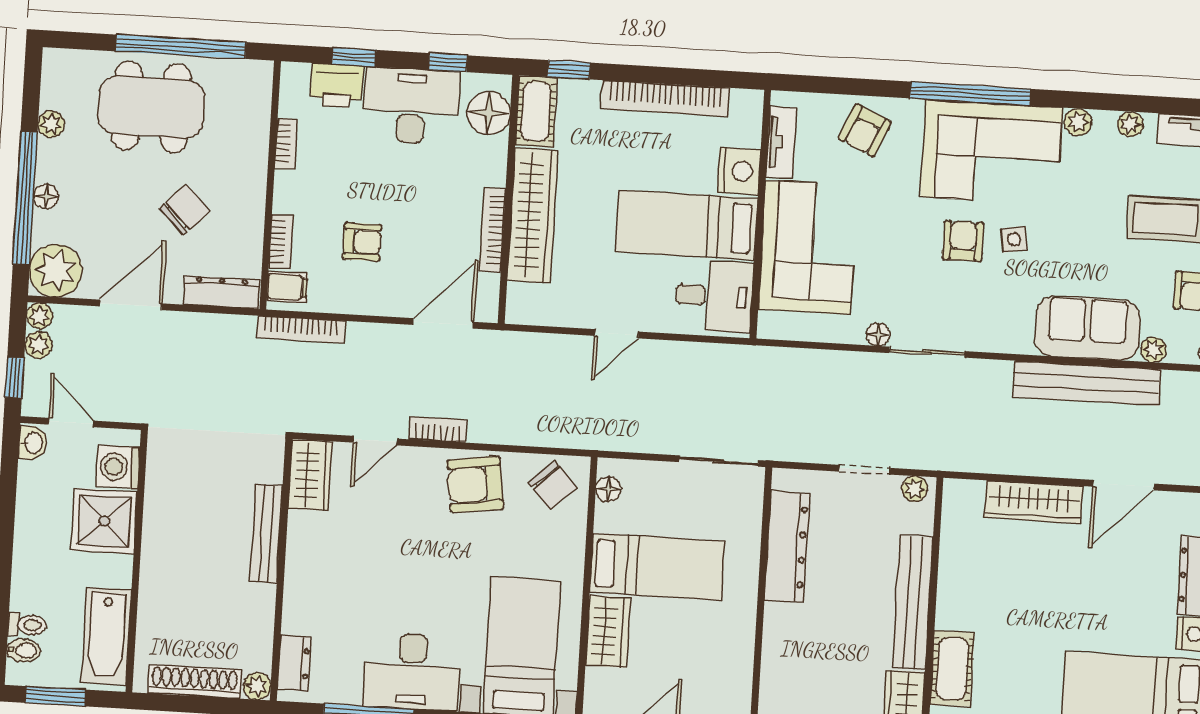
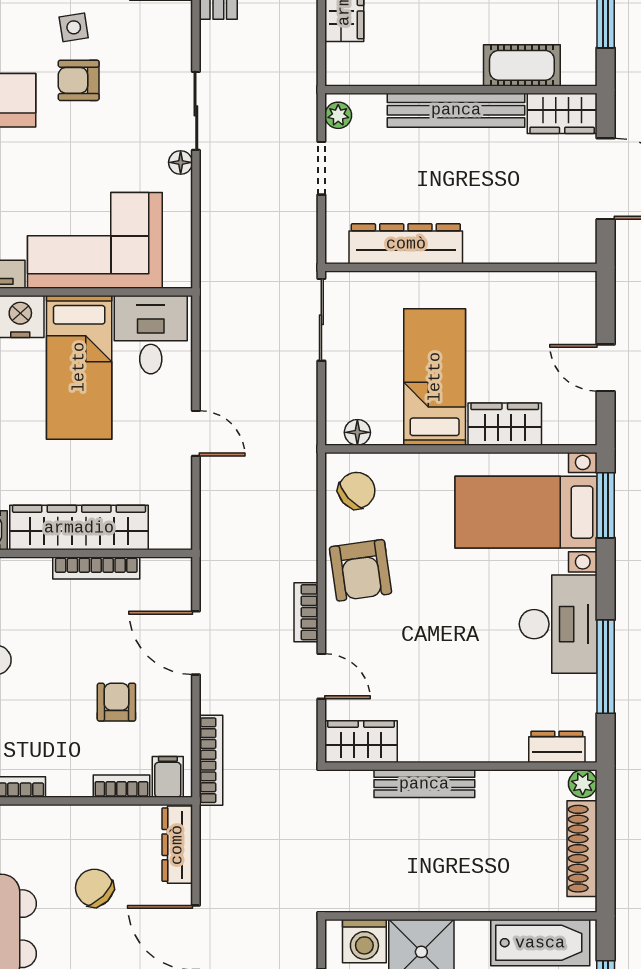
door: (443, 323) -> (196, 643), moved

